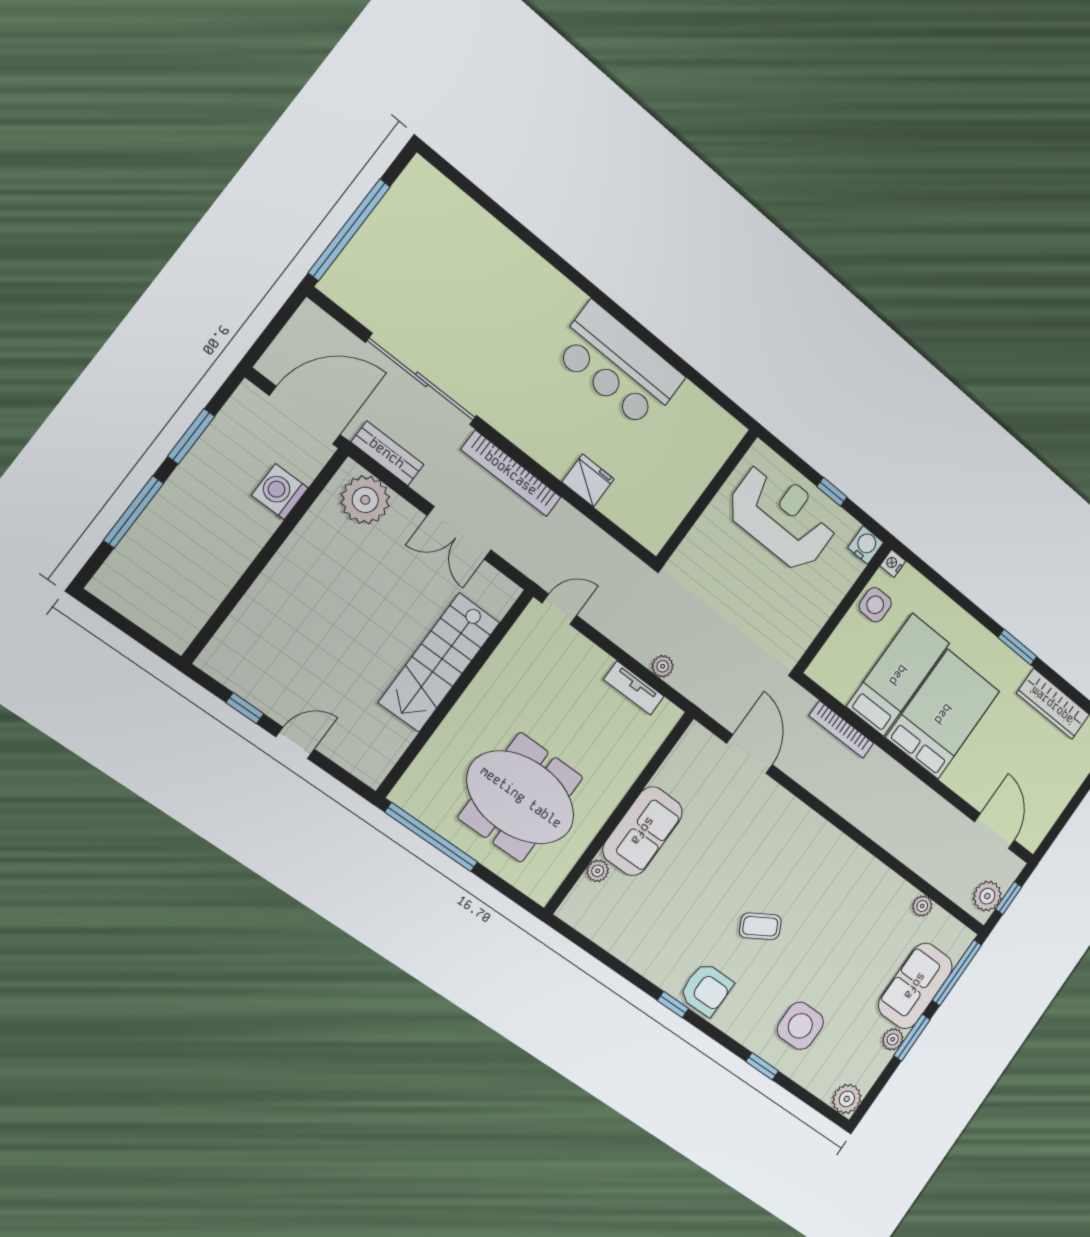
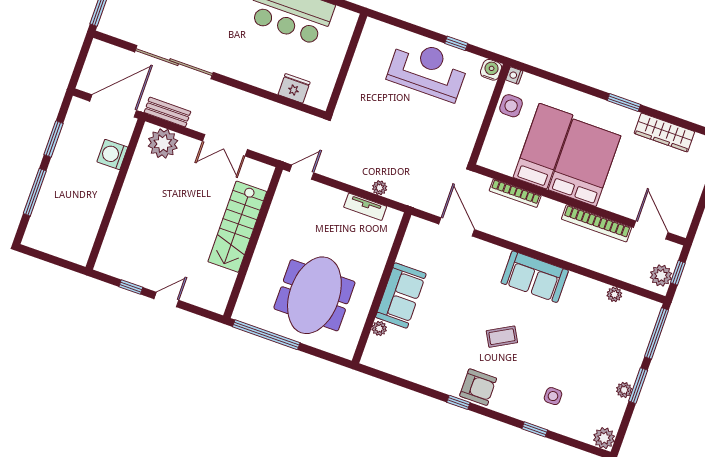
bookcase: (511, 473) -> (597, 223), moved
wall: (707, 496) -> (346, 64), moved
meeting table: (521, 797) -> (314, 295), turned 90
sofa: (915, 986) -> (535, 277), moved, turned -90
side table: (800, 1026) -> (553, 396), width x0.54, depth x0.54

